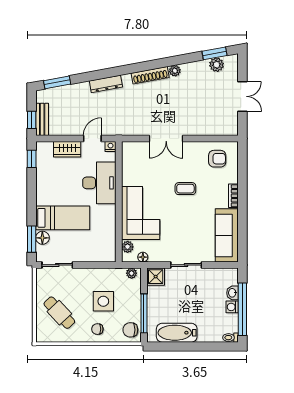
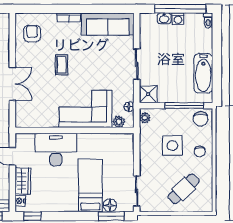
nightstand: (111, 146) -> (20, 201), moved

